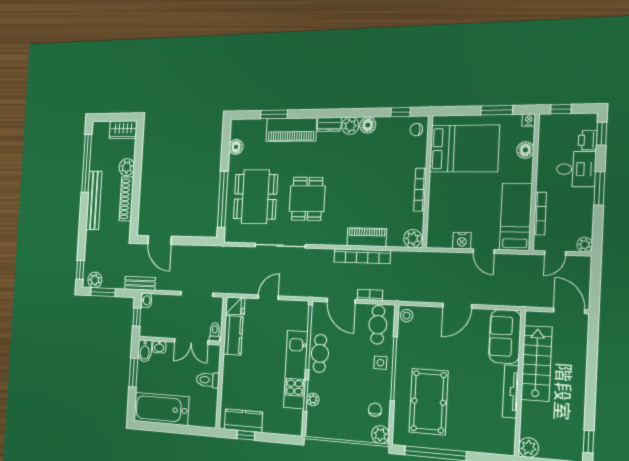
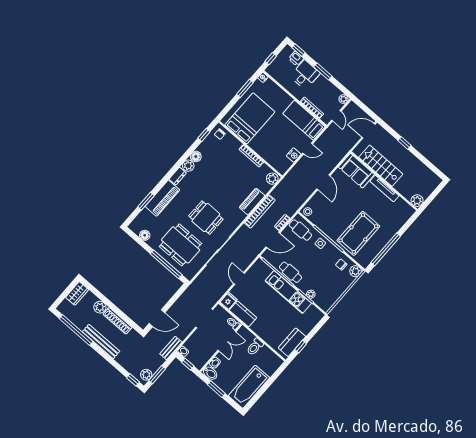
floor lamp: (525, 150) -> (276, 90), removed
pool table: (429, 402) -> (358, 233), turned 90
window: (589, 442) -> (405, 143), moved

